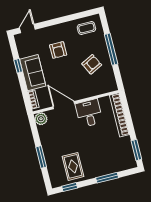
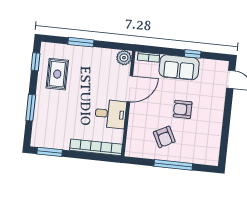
coffee table: (86, 28) -> (207, 146), removed
armchair: (58, 50) -> (183, 109), moved
rug: (73, 166) -> (57, 74), turned 90

